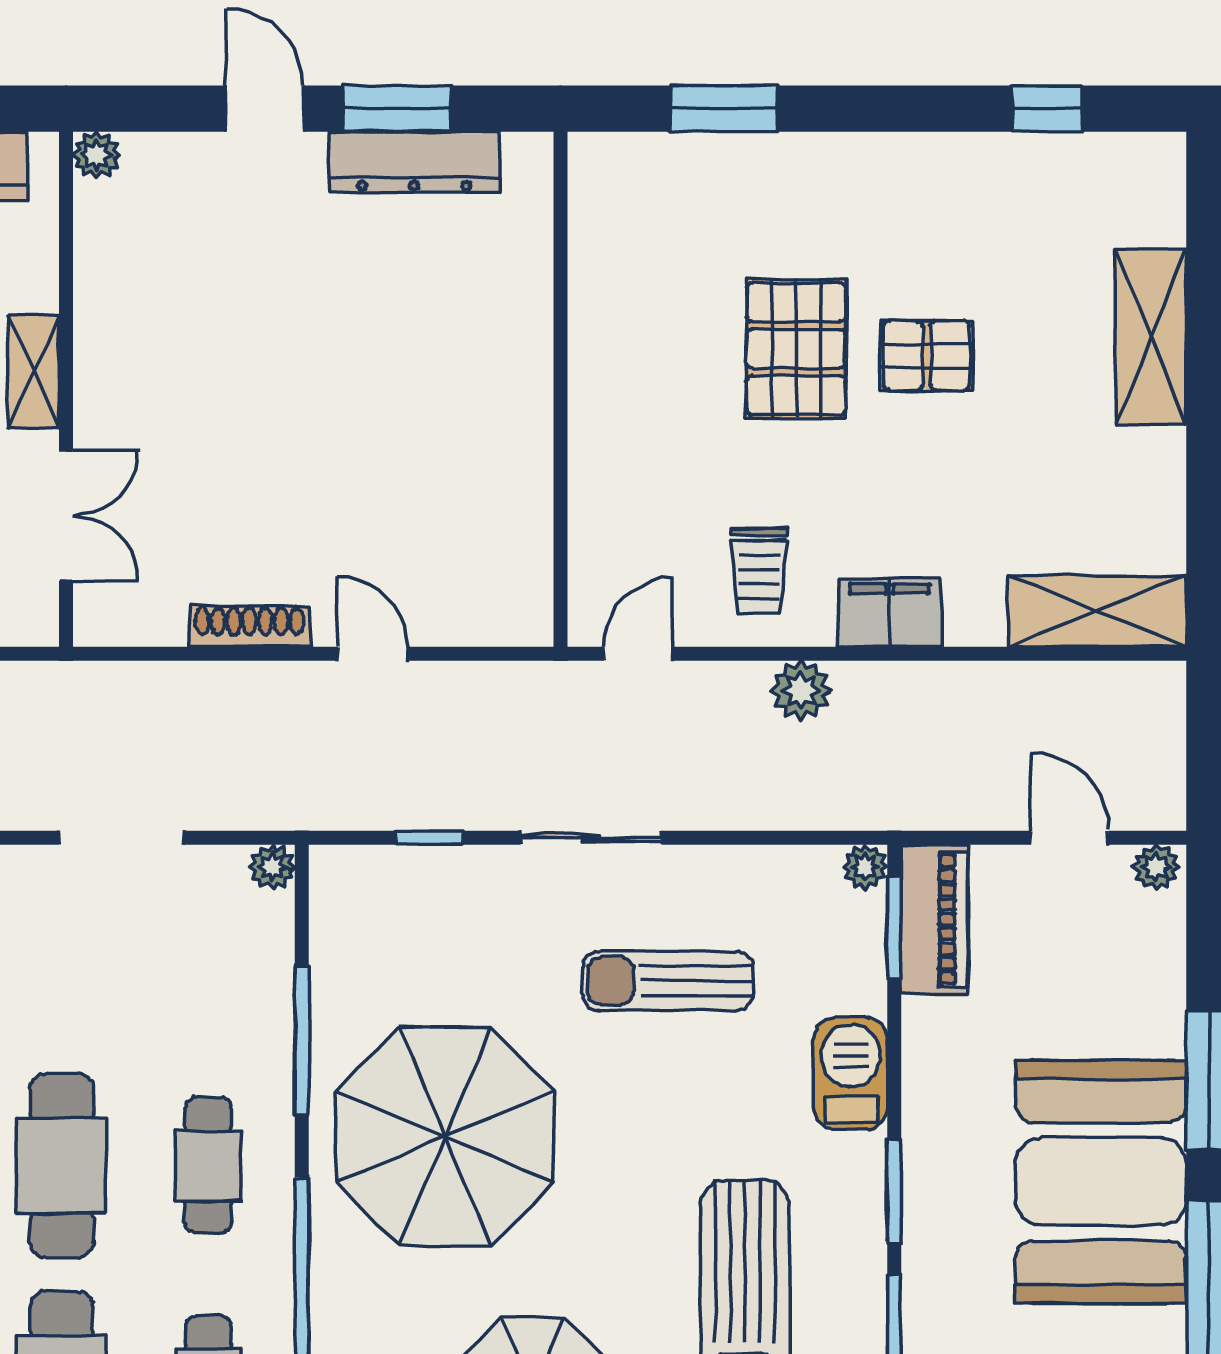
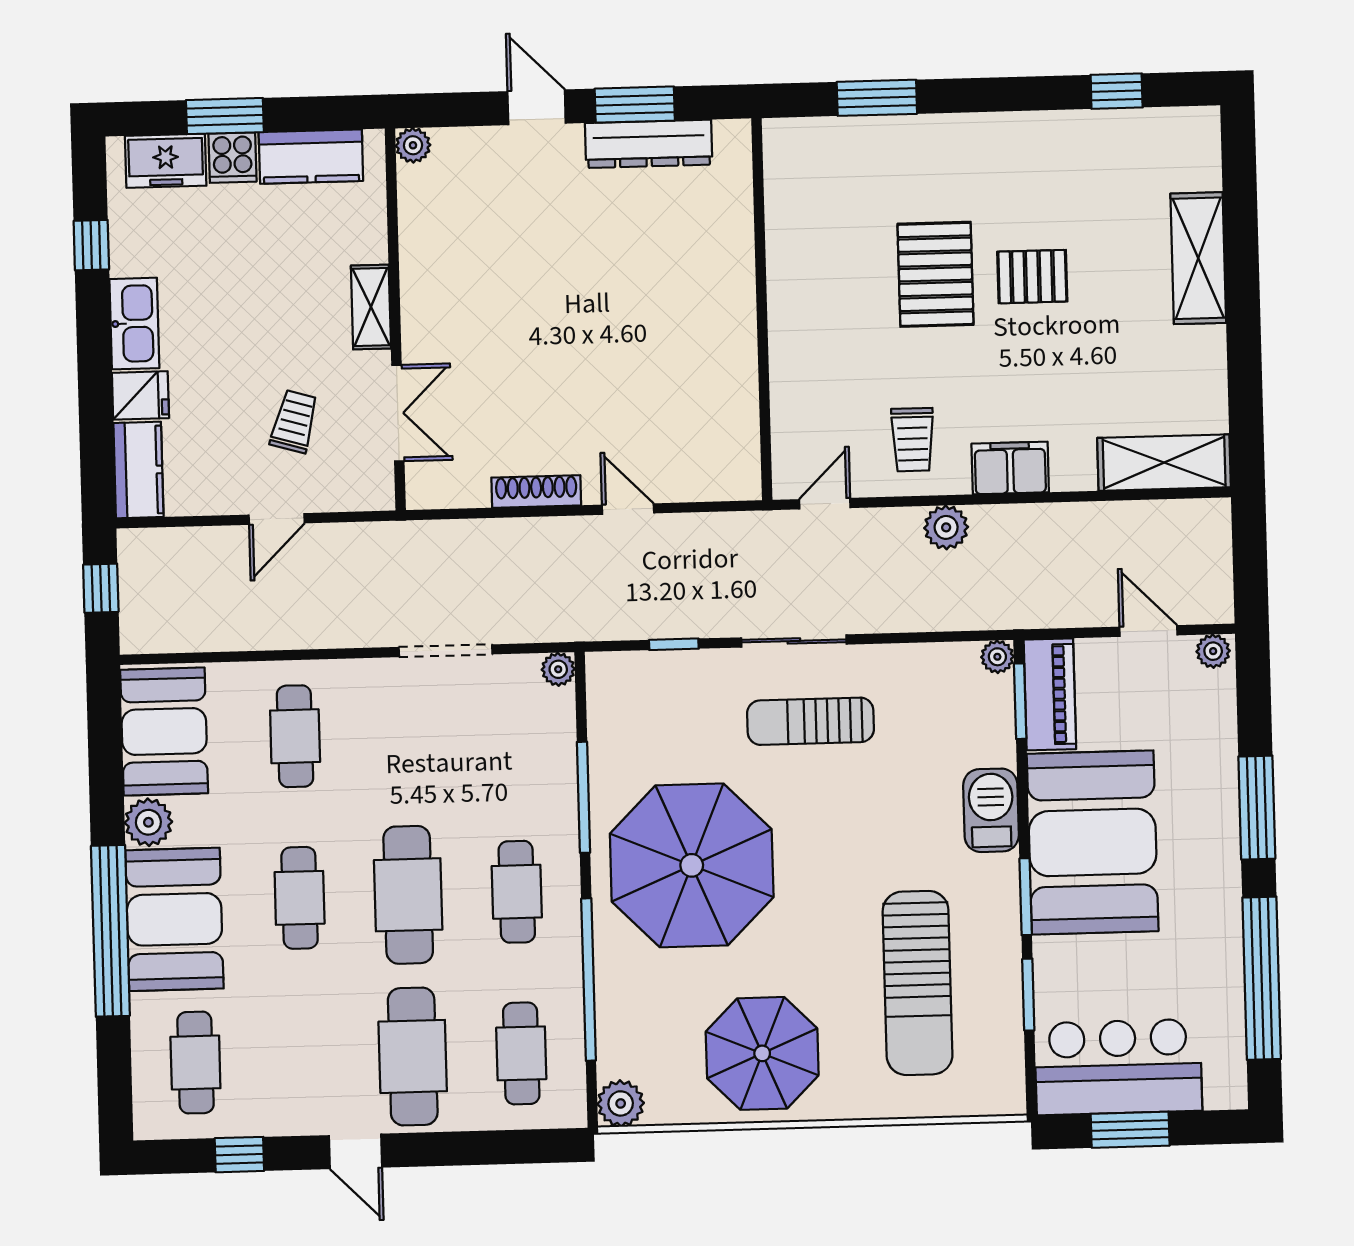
sun lounger: (668, 981) -> (810, 721), moved
booth: (1101, 1182) -> (1093, 842), moved

